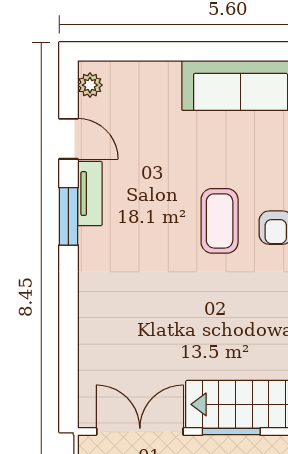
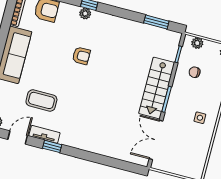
window: (68, 216) -> (52, 146), width x0.67
coffee table: (220, 221) -> (41, 100), moved

